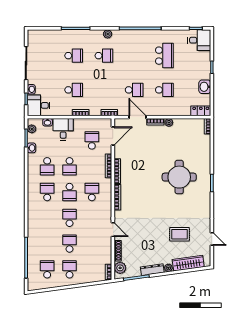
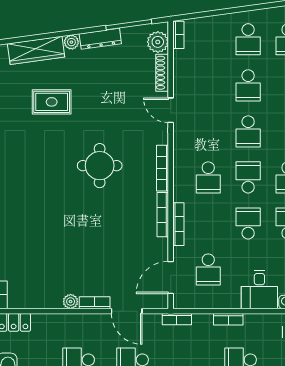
round table: (179, 177) -> (100, 166), moved, width x0.73, depth x0.73

